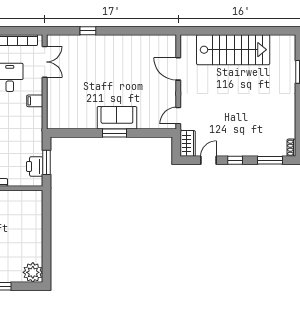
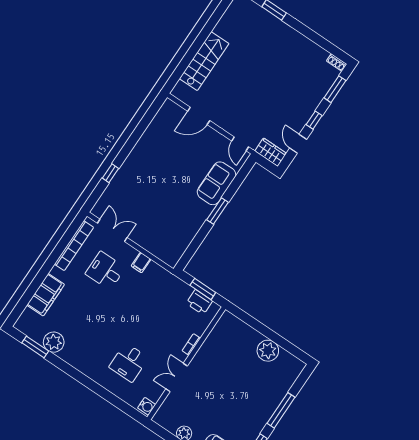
stairs: (233, 50) -> (204, 61), width x0.73, depth x0.66
sofa: (117, 118) -> (216, 183), moved
plant: (33, 272) -> (268, 351), moved

